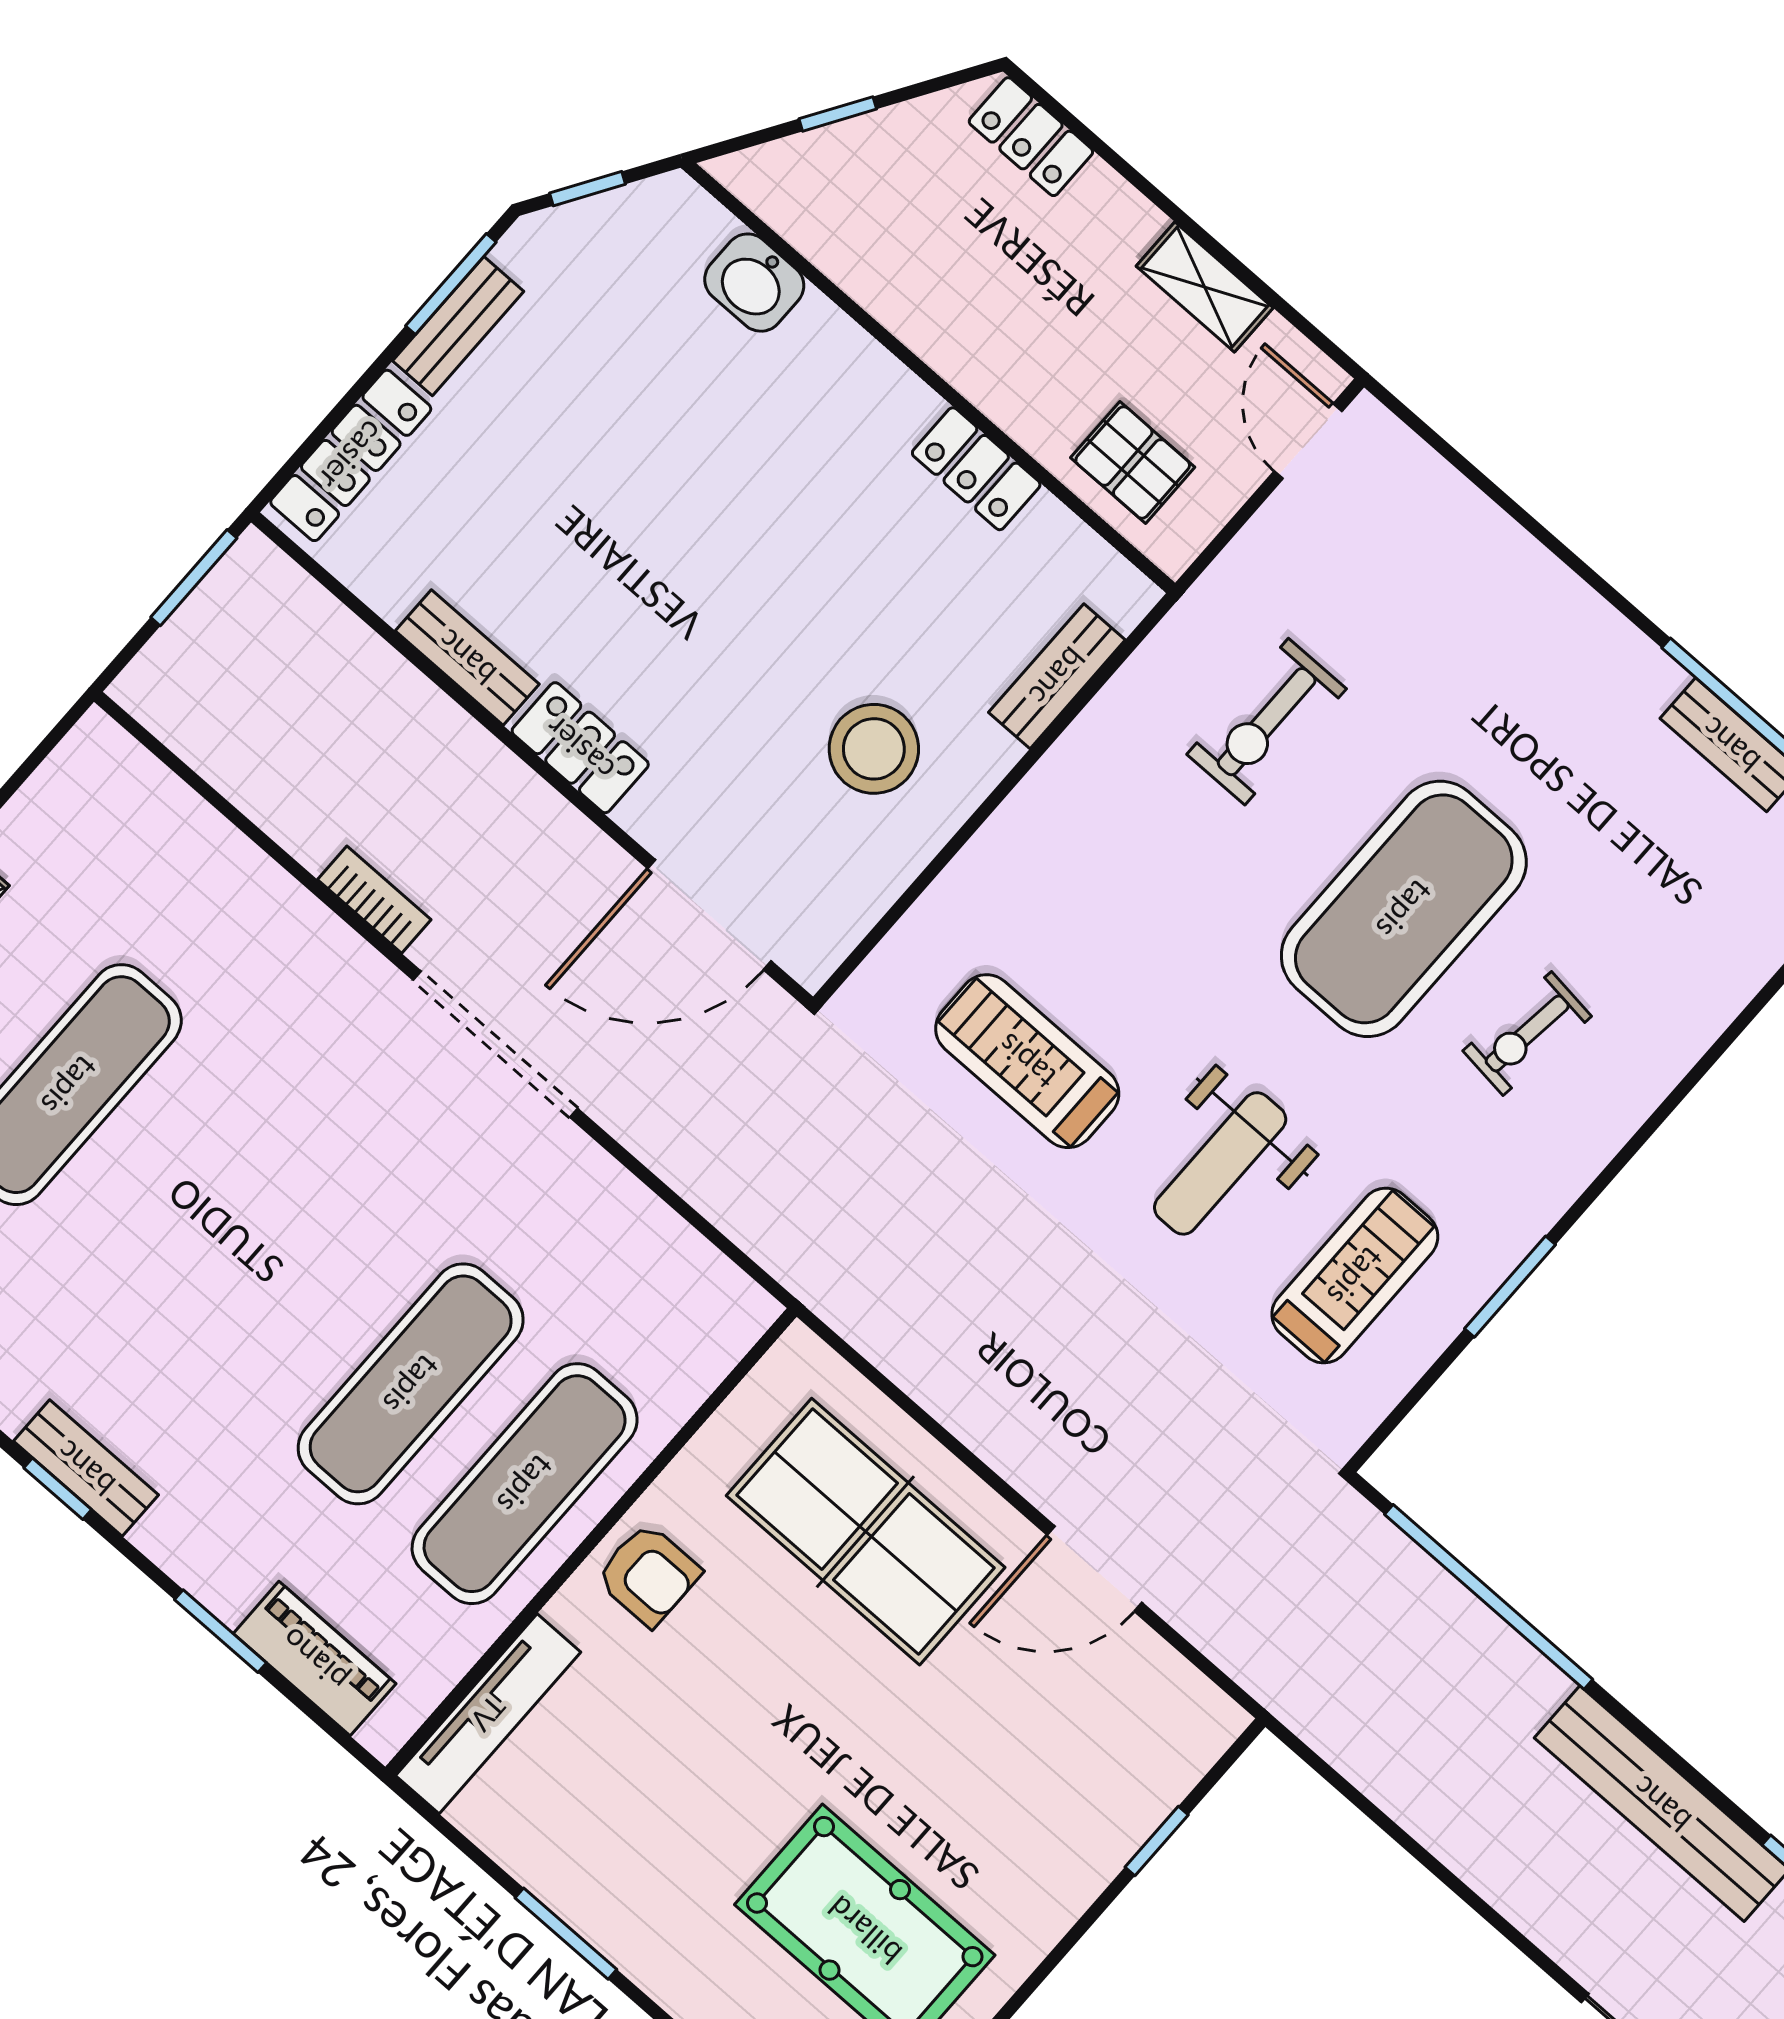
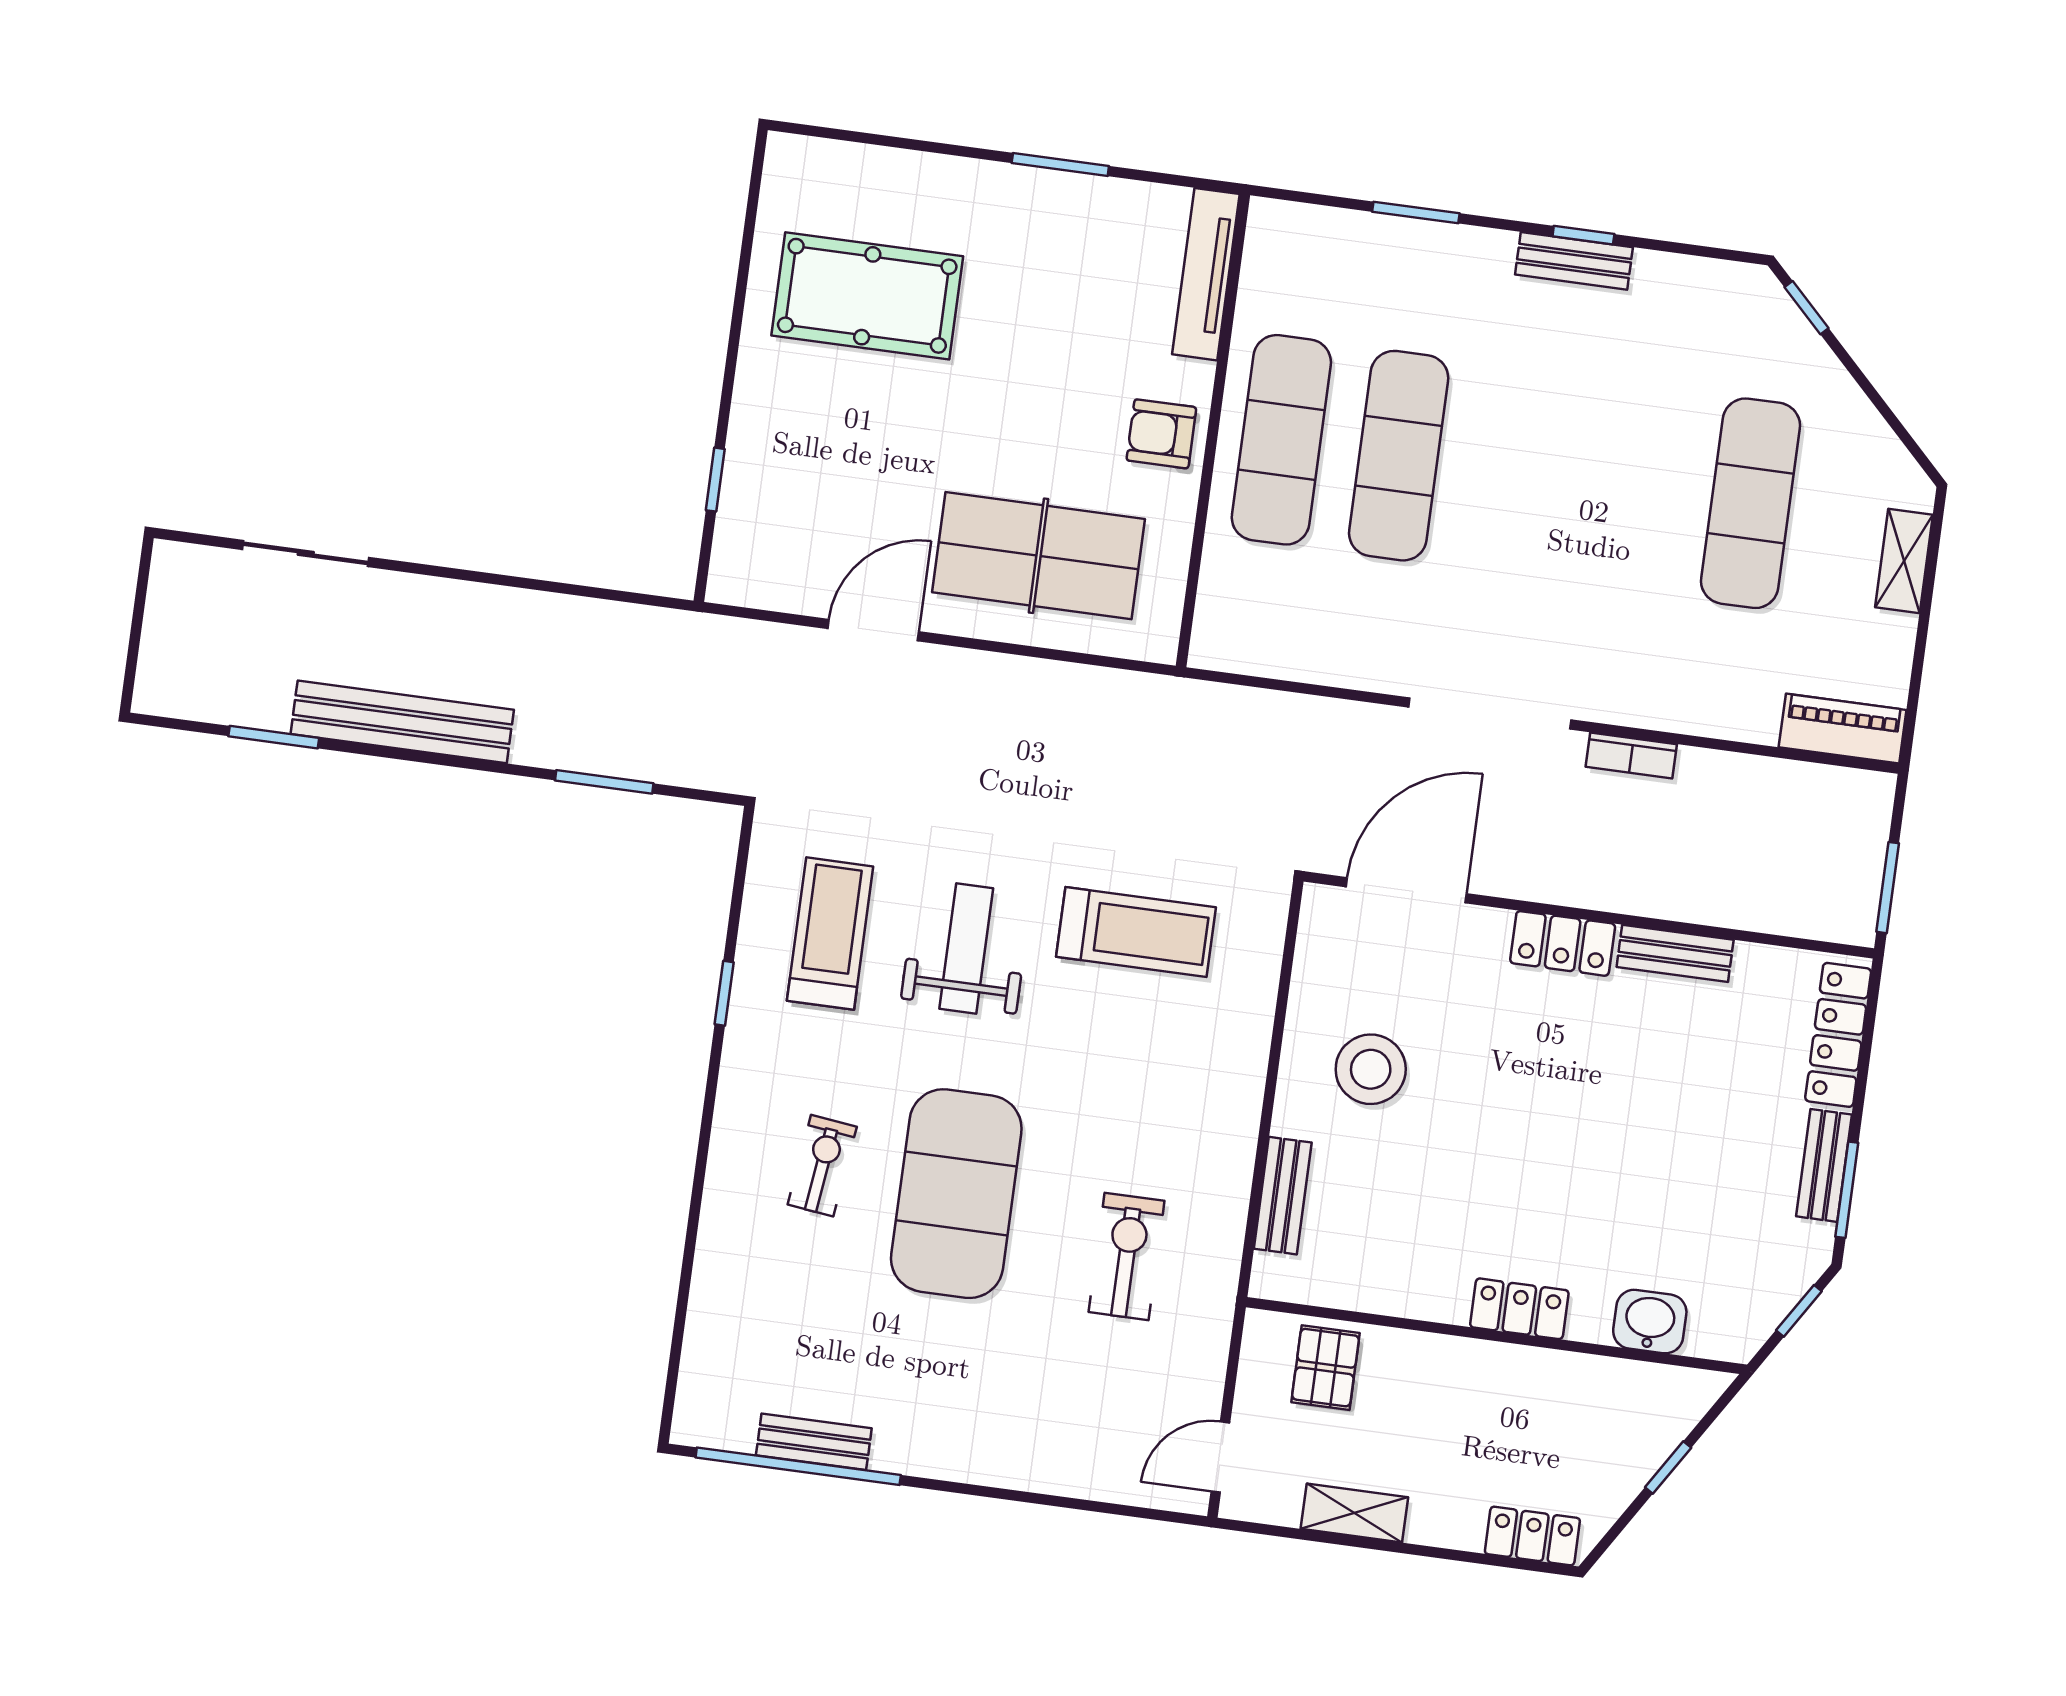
door: (1308, 441) -> (1220, 1457), swing flipped
pallet: (1133, 462) -> (1326, 1368), turned 90
locker: (976, 469) -> (1519, 1309), moved
treadmill: (1355, 1276) -> (830, 934), turned 180
window: (1510, 1287) -> (724, 993), width x0.67
window: (1489, 1597) -> (604, 782), width x0.47
piano: (315, 1659) -> (1843, 729), moved, turned 180

